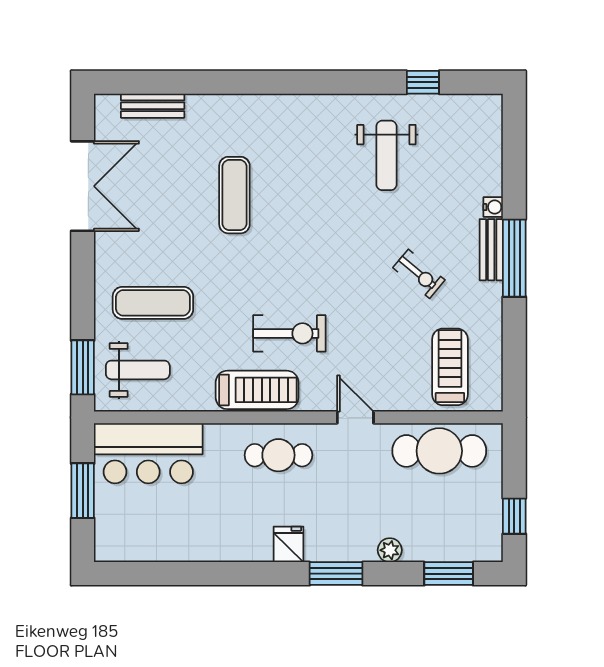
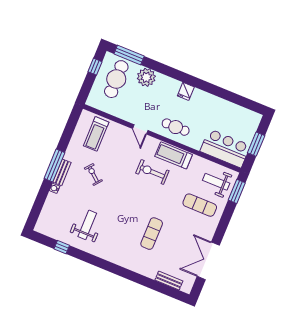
cafe table: (439, 451) -> (116, 79), moved, turned 90
plant: (390, 550) -> (146, 77), width x1.87, depth x1.87
window: (336, 574) -> (172, 73), removed
window: (449, 574) -> (129, 55), width x1.44

